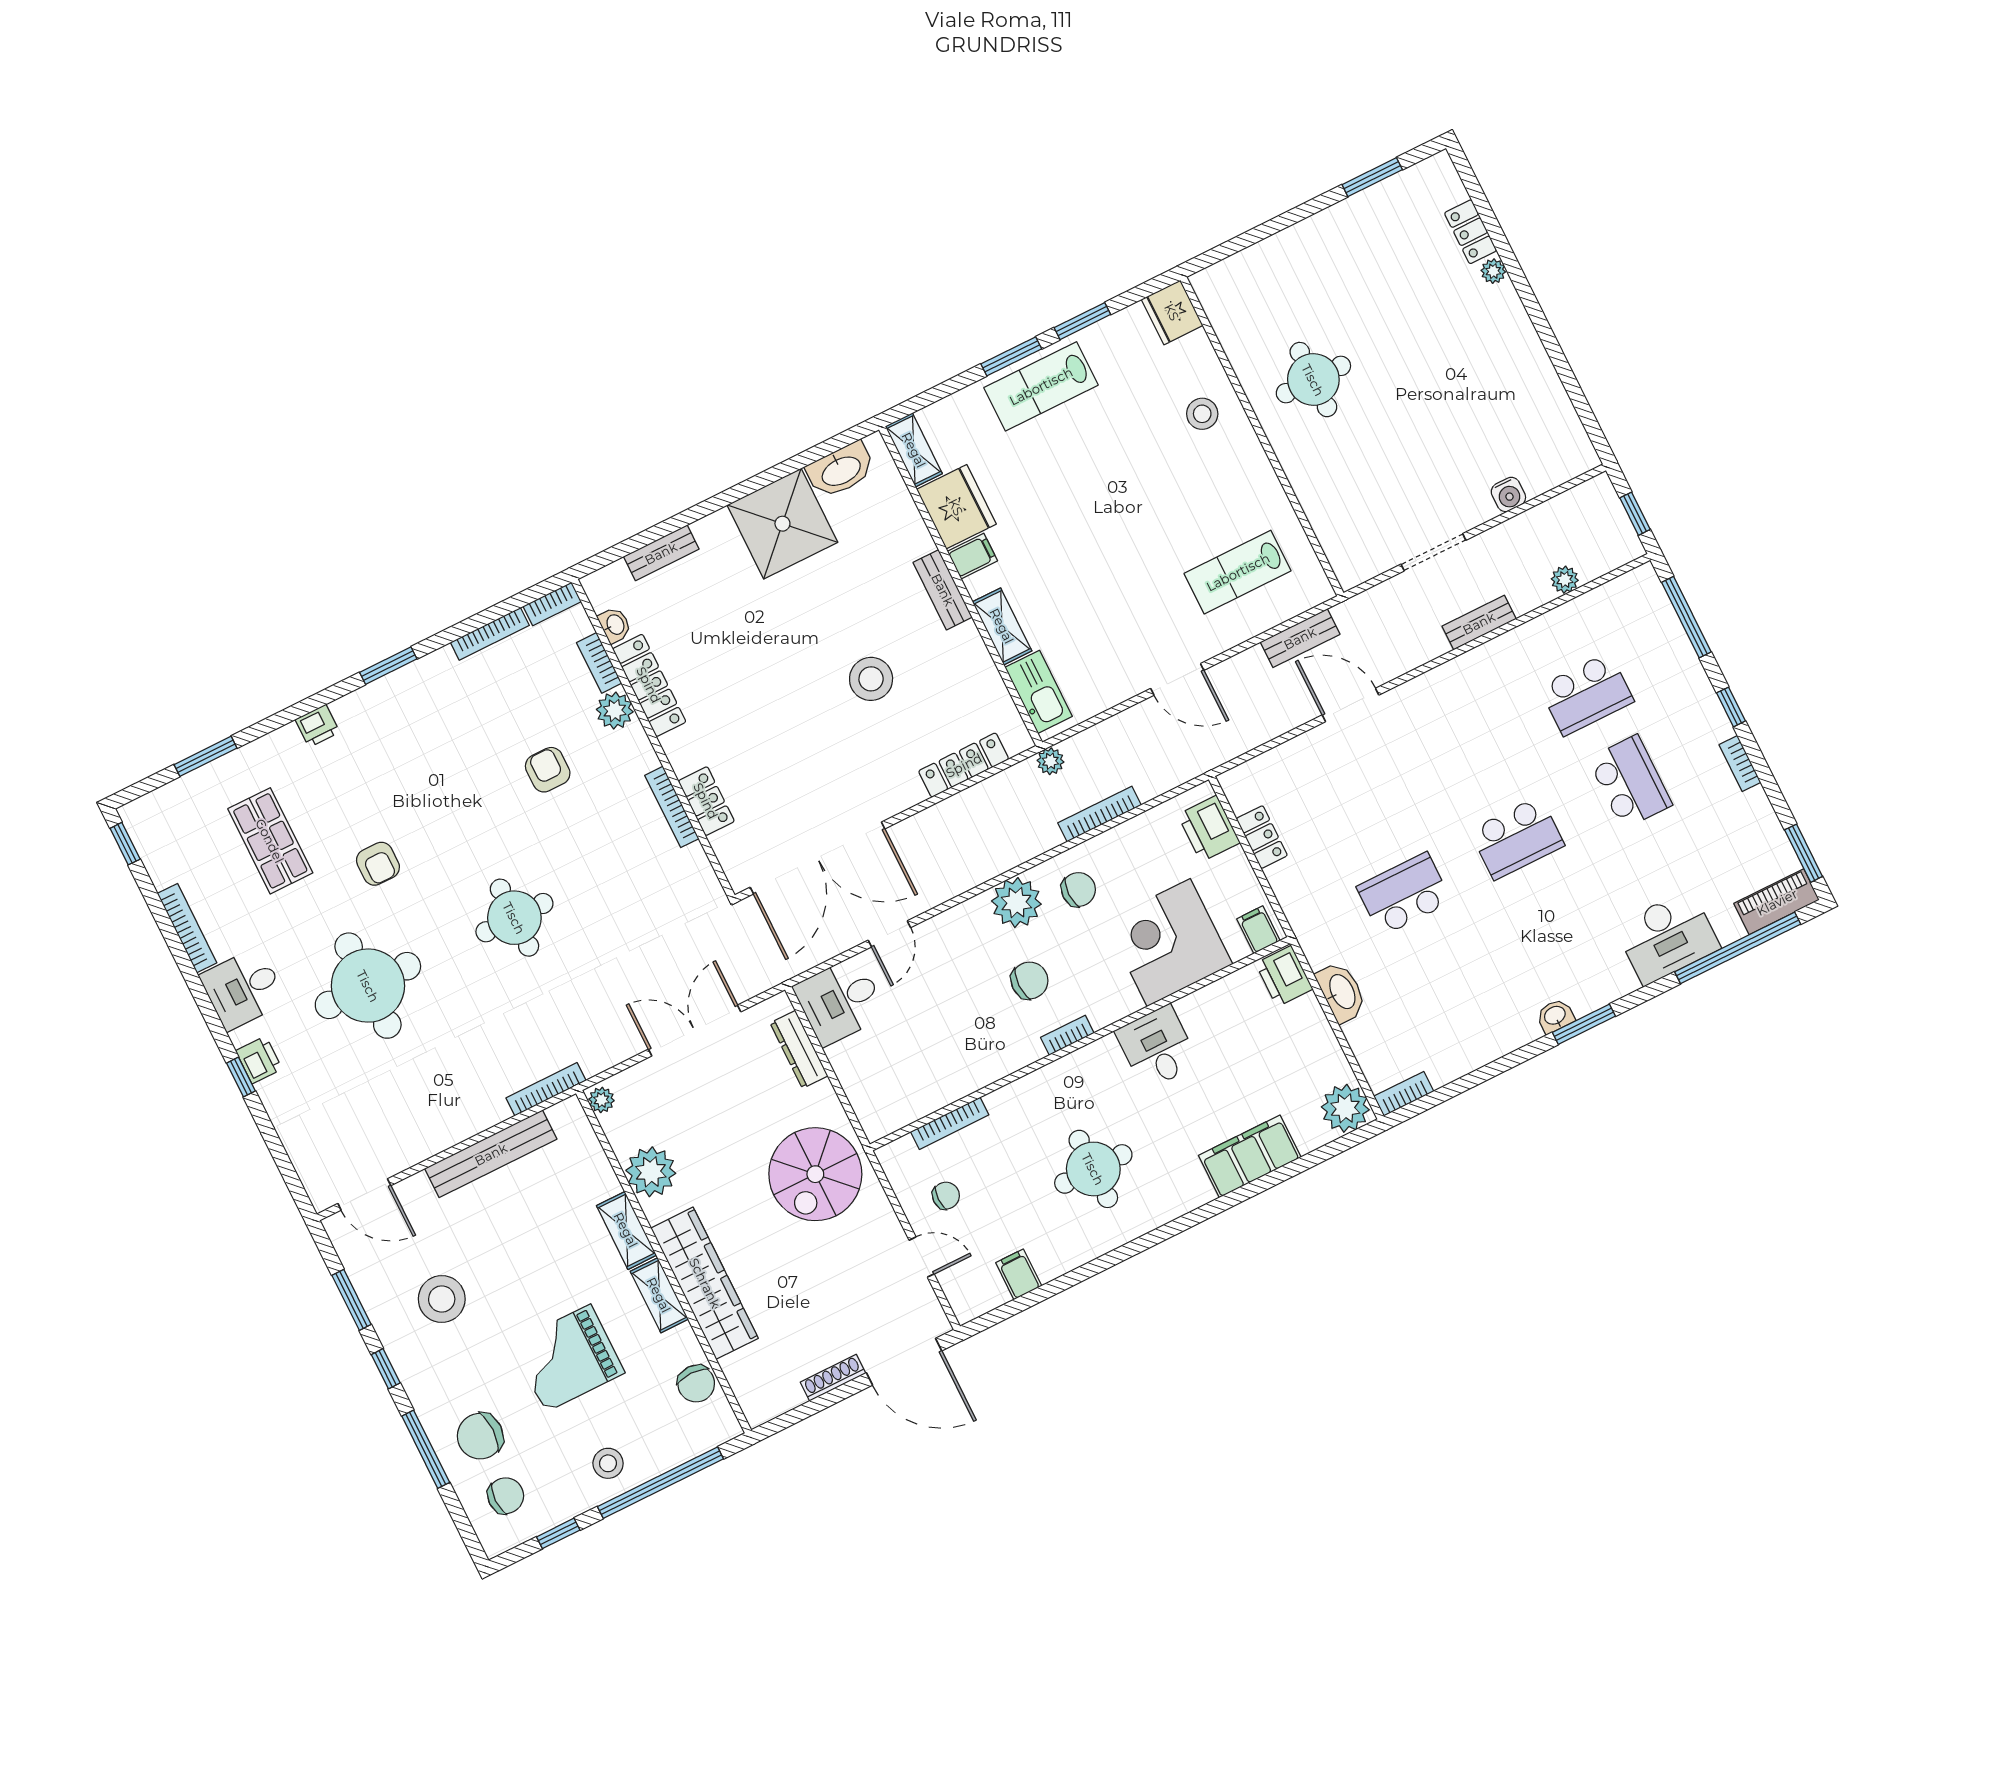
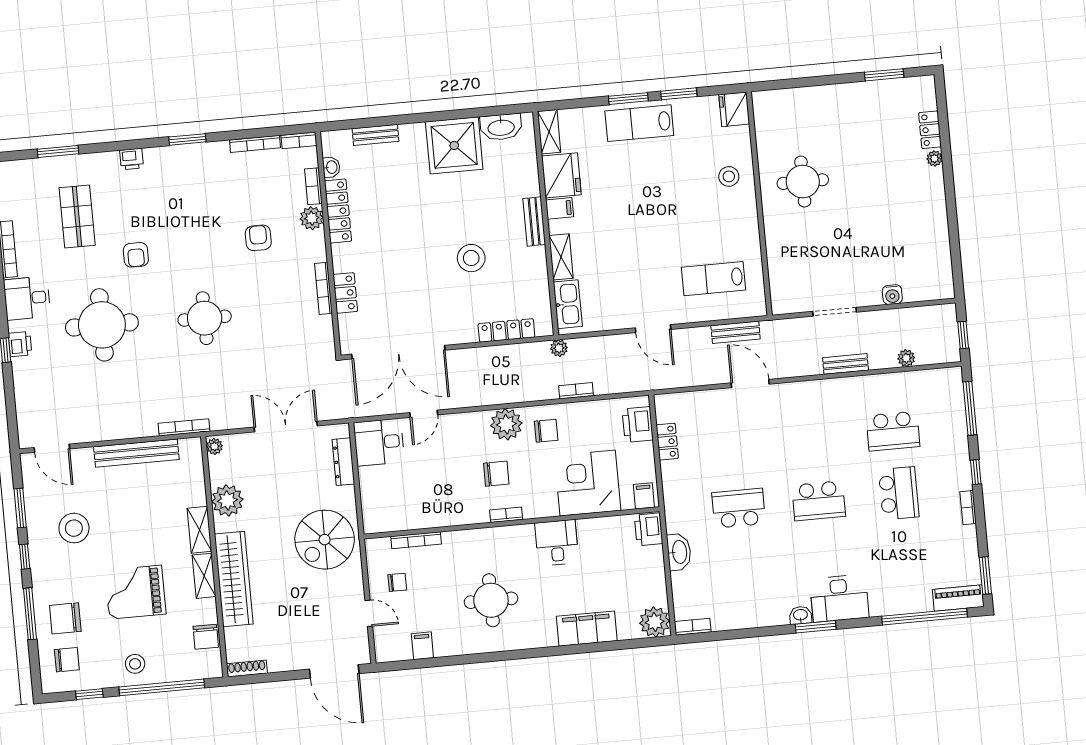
bookcase: (1099, 814) -> (576, 391), width x0.64
desk: (1667, 937) -> (839, 598), moved
shoe rack: (833, 1378) -> (247, 668), moved

